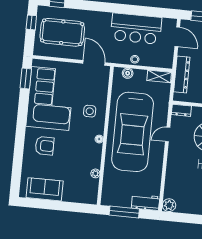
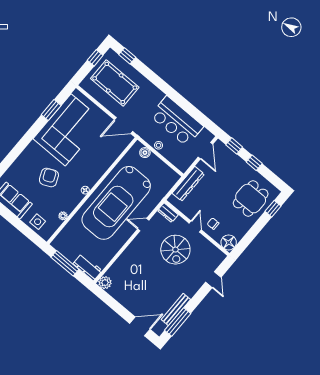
door: (94, 63) -> (123, 126), swing flipped
shelving: (159, 76) -> (169, 173), removed
window: (26, 79) -> (51, 110), moved
side table: (90, 111) -> (38, 222), moved
armchair: (45, 146) -> (49, 177), moved, turned -114

